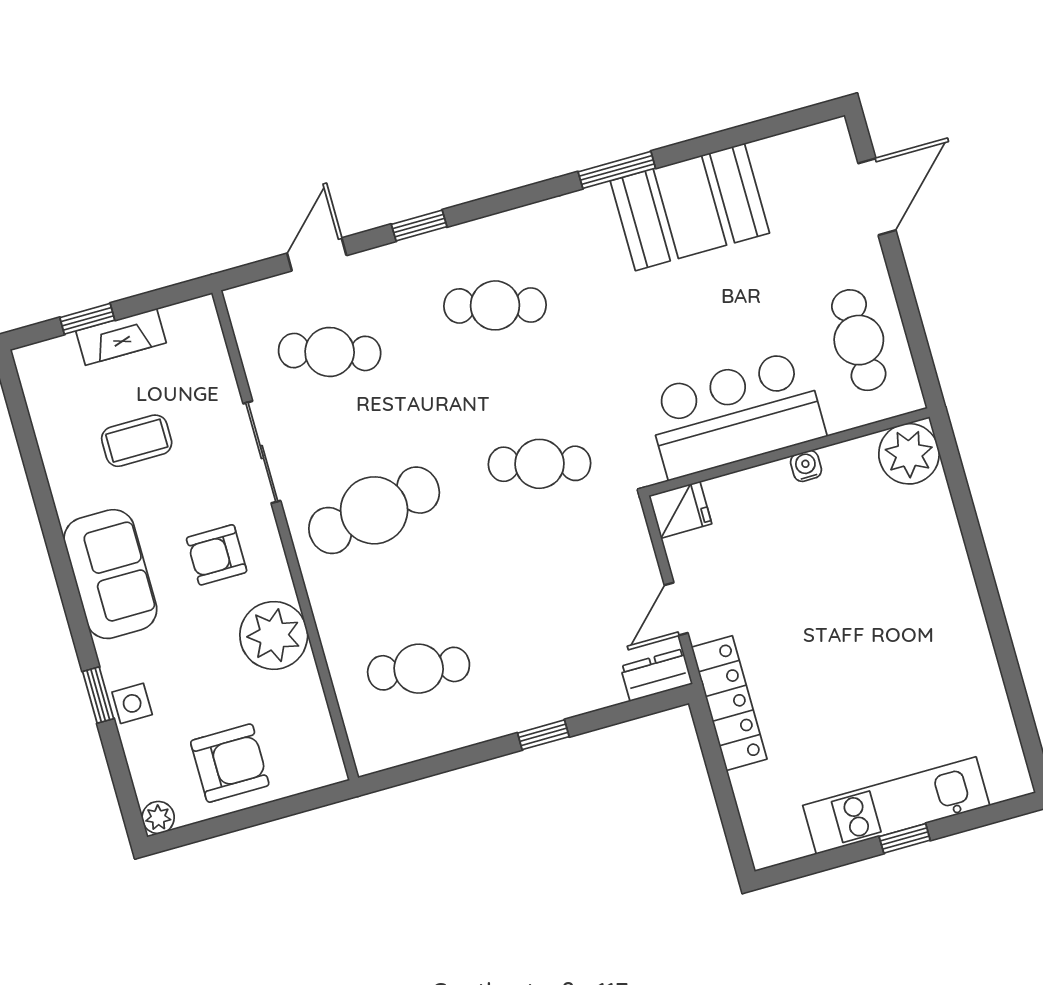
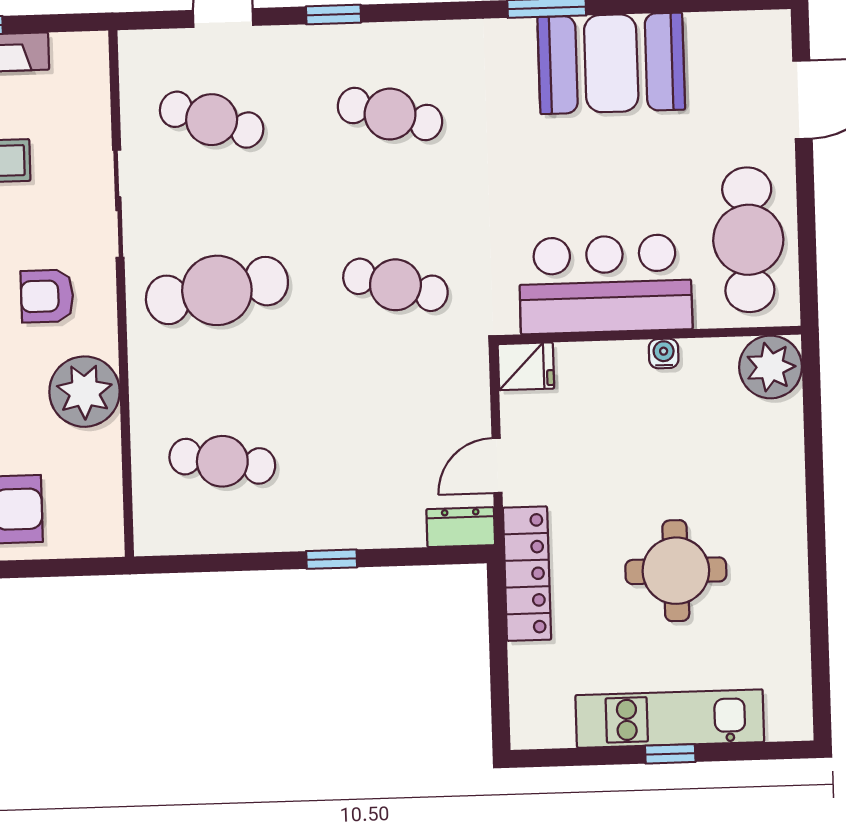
cafe table: (859, 340) -> (748, 240), width x1.37, depth x1.35
round table: (868, 666) -> (676, 571), added

